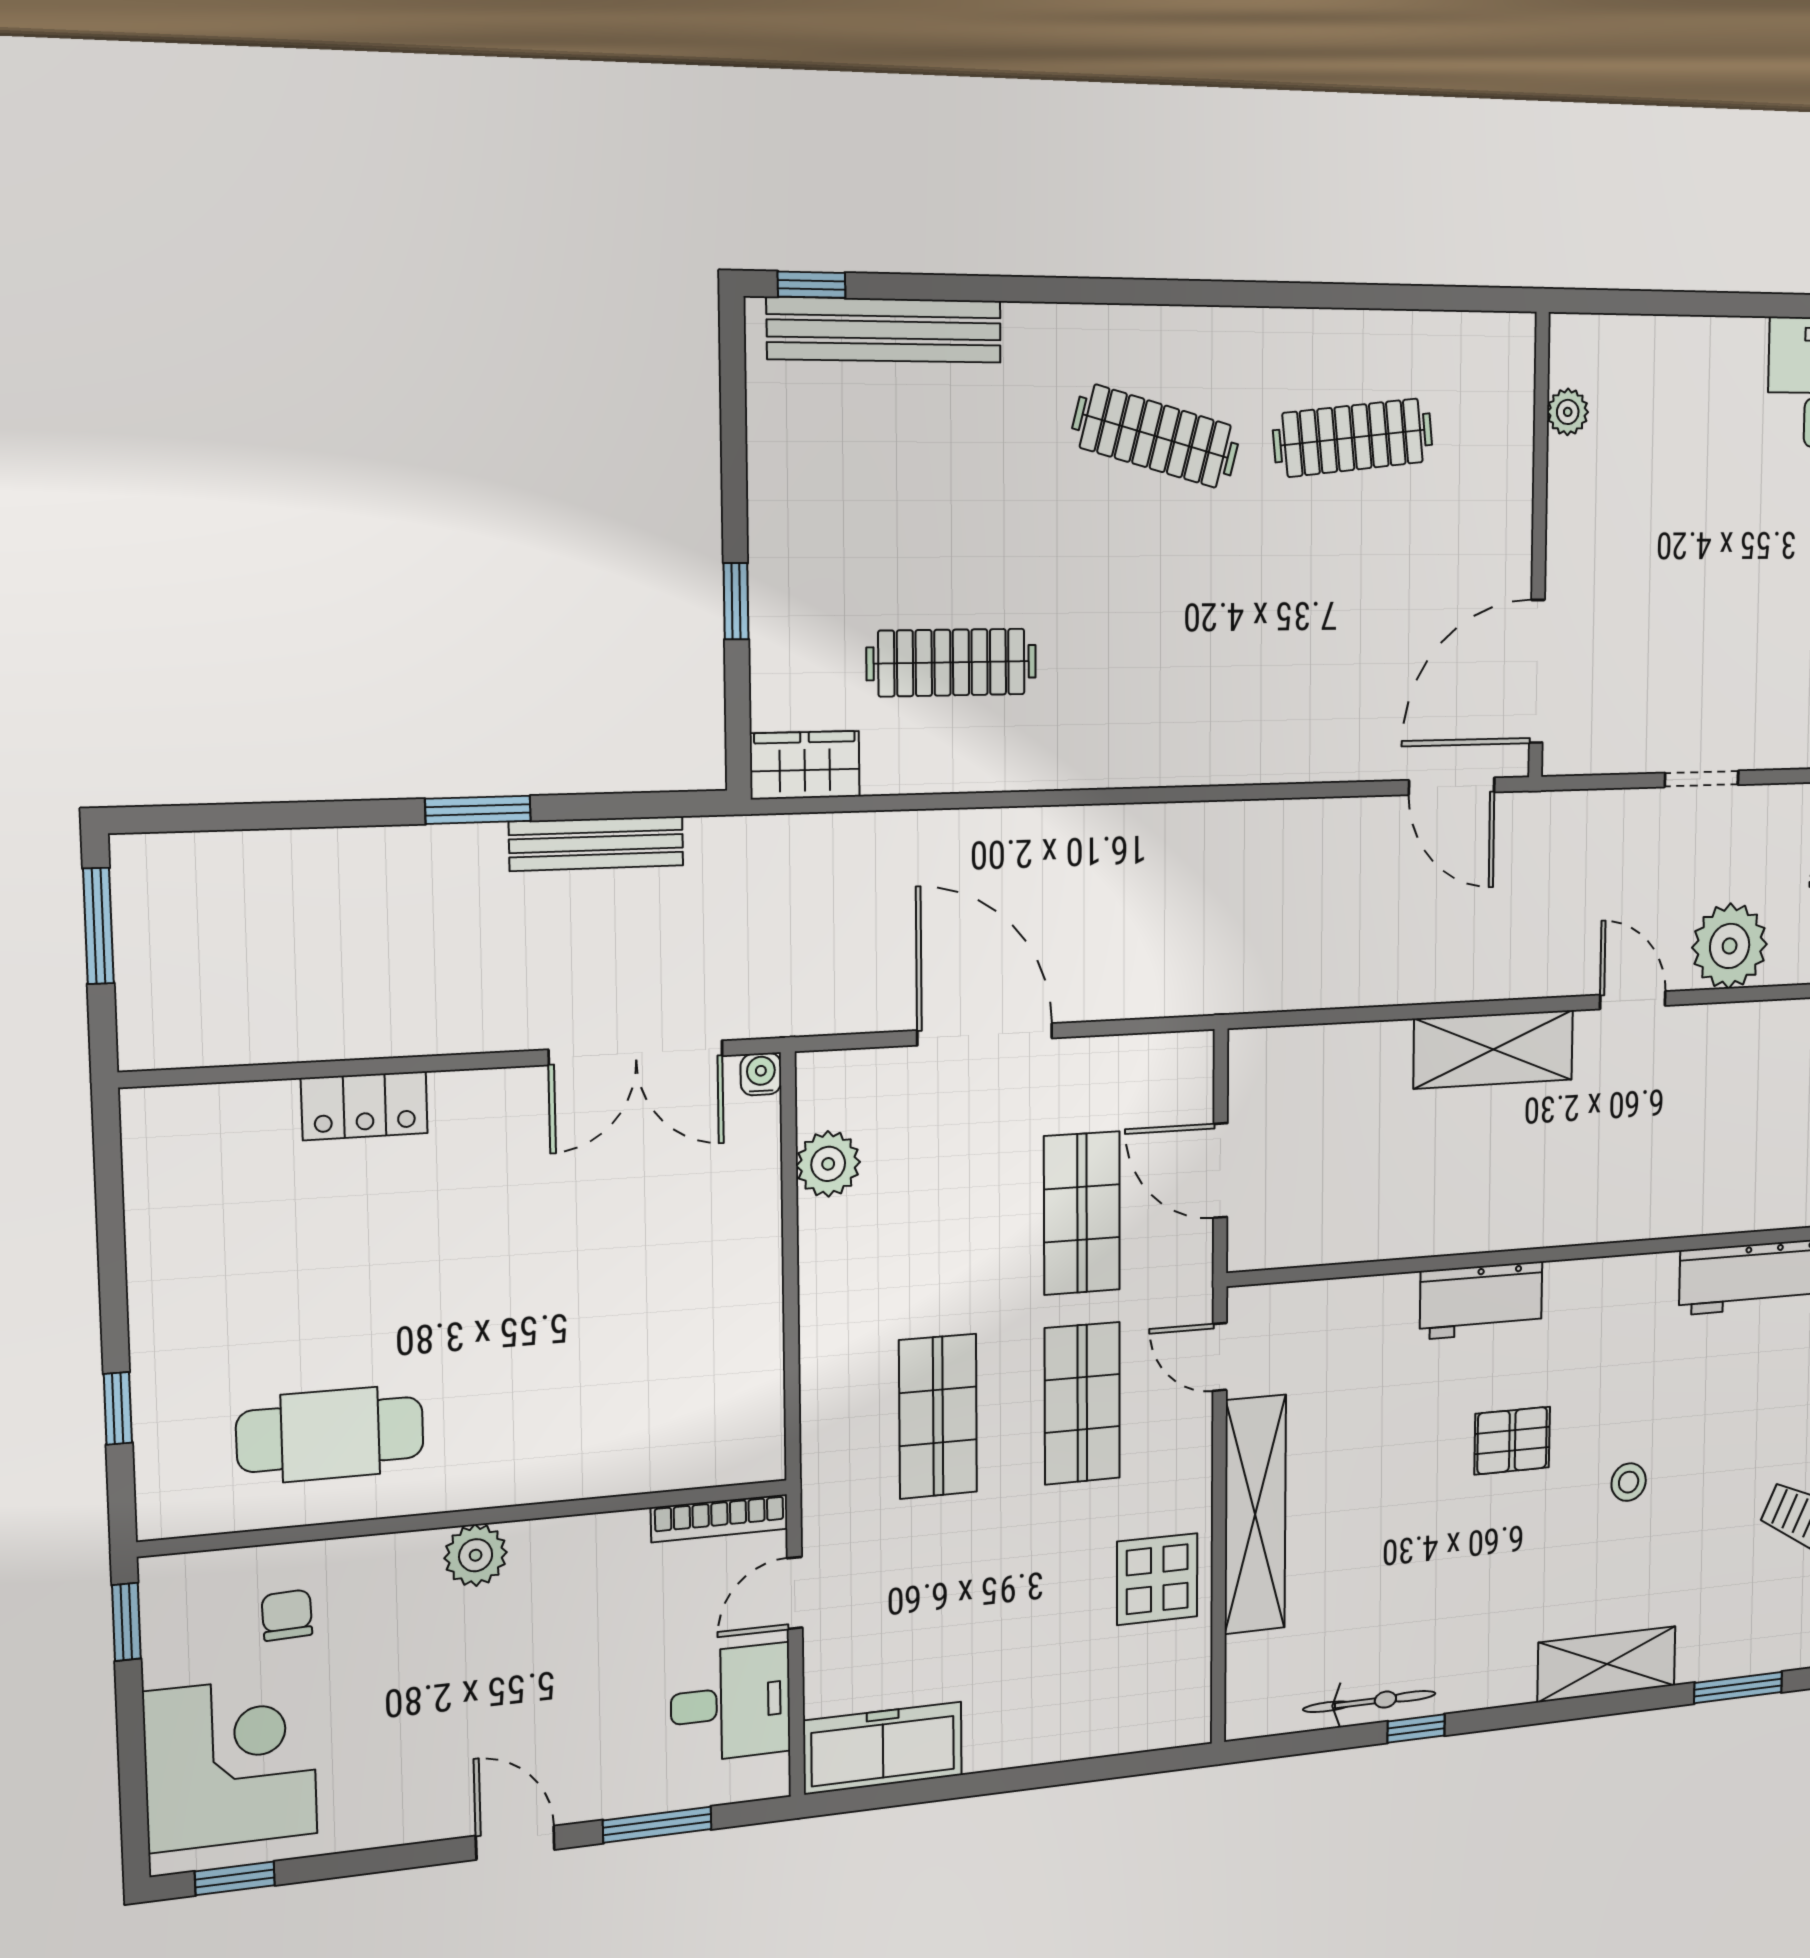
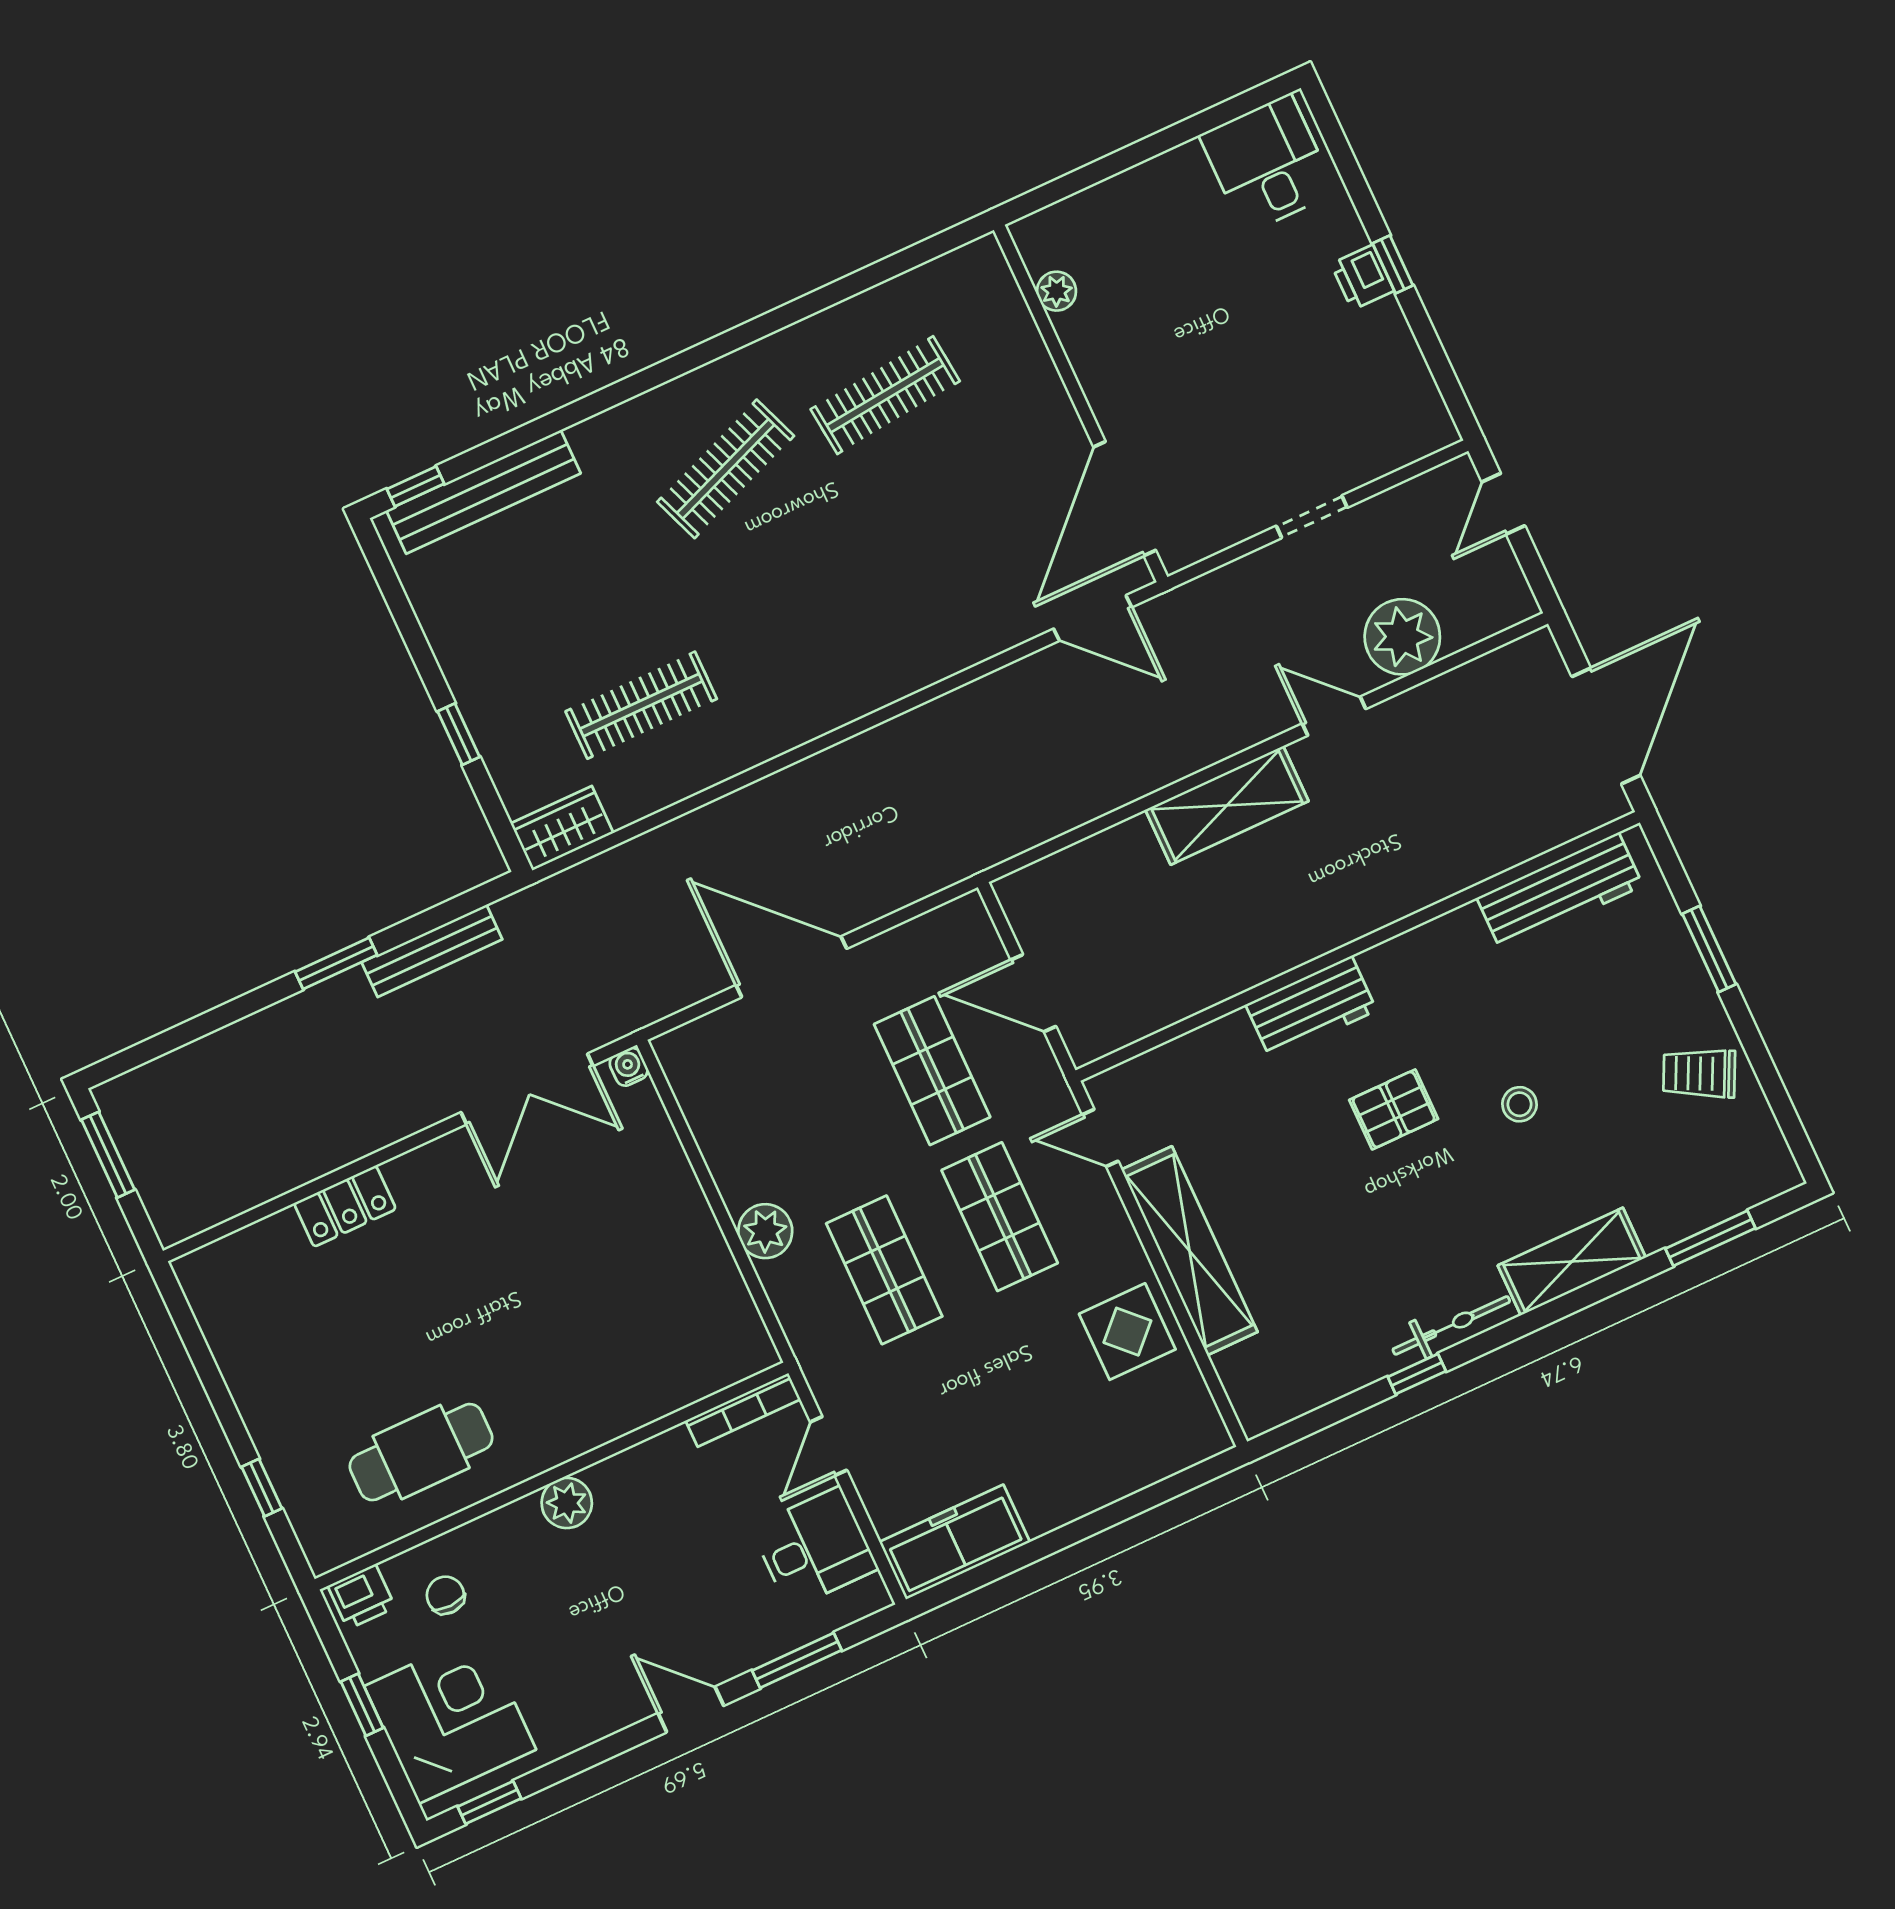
clothes rail: (1156, 436) -> (726, 469), turned -36
plant: (828, 1164) -> (765, 1231), moved
printer: (185, 1583) -> (362, 1597), added
window: (126, 1622) -> (362, 1705), moved
bicycle: (1370, 1701) -> (1451, 1325), moved

